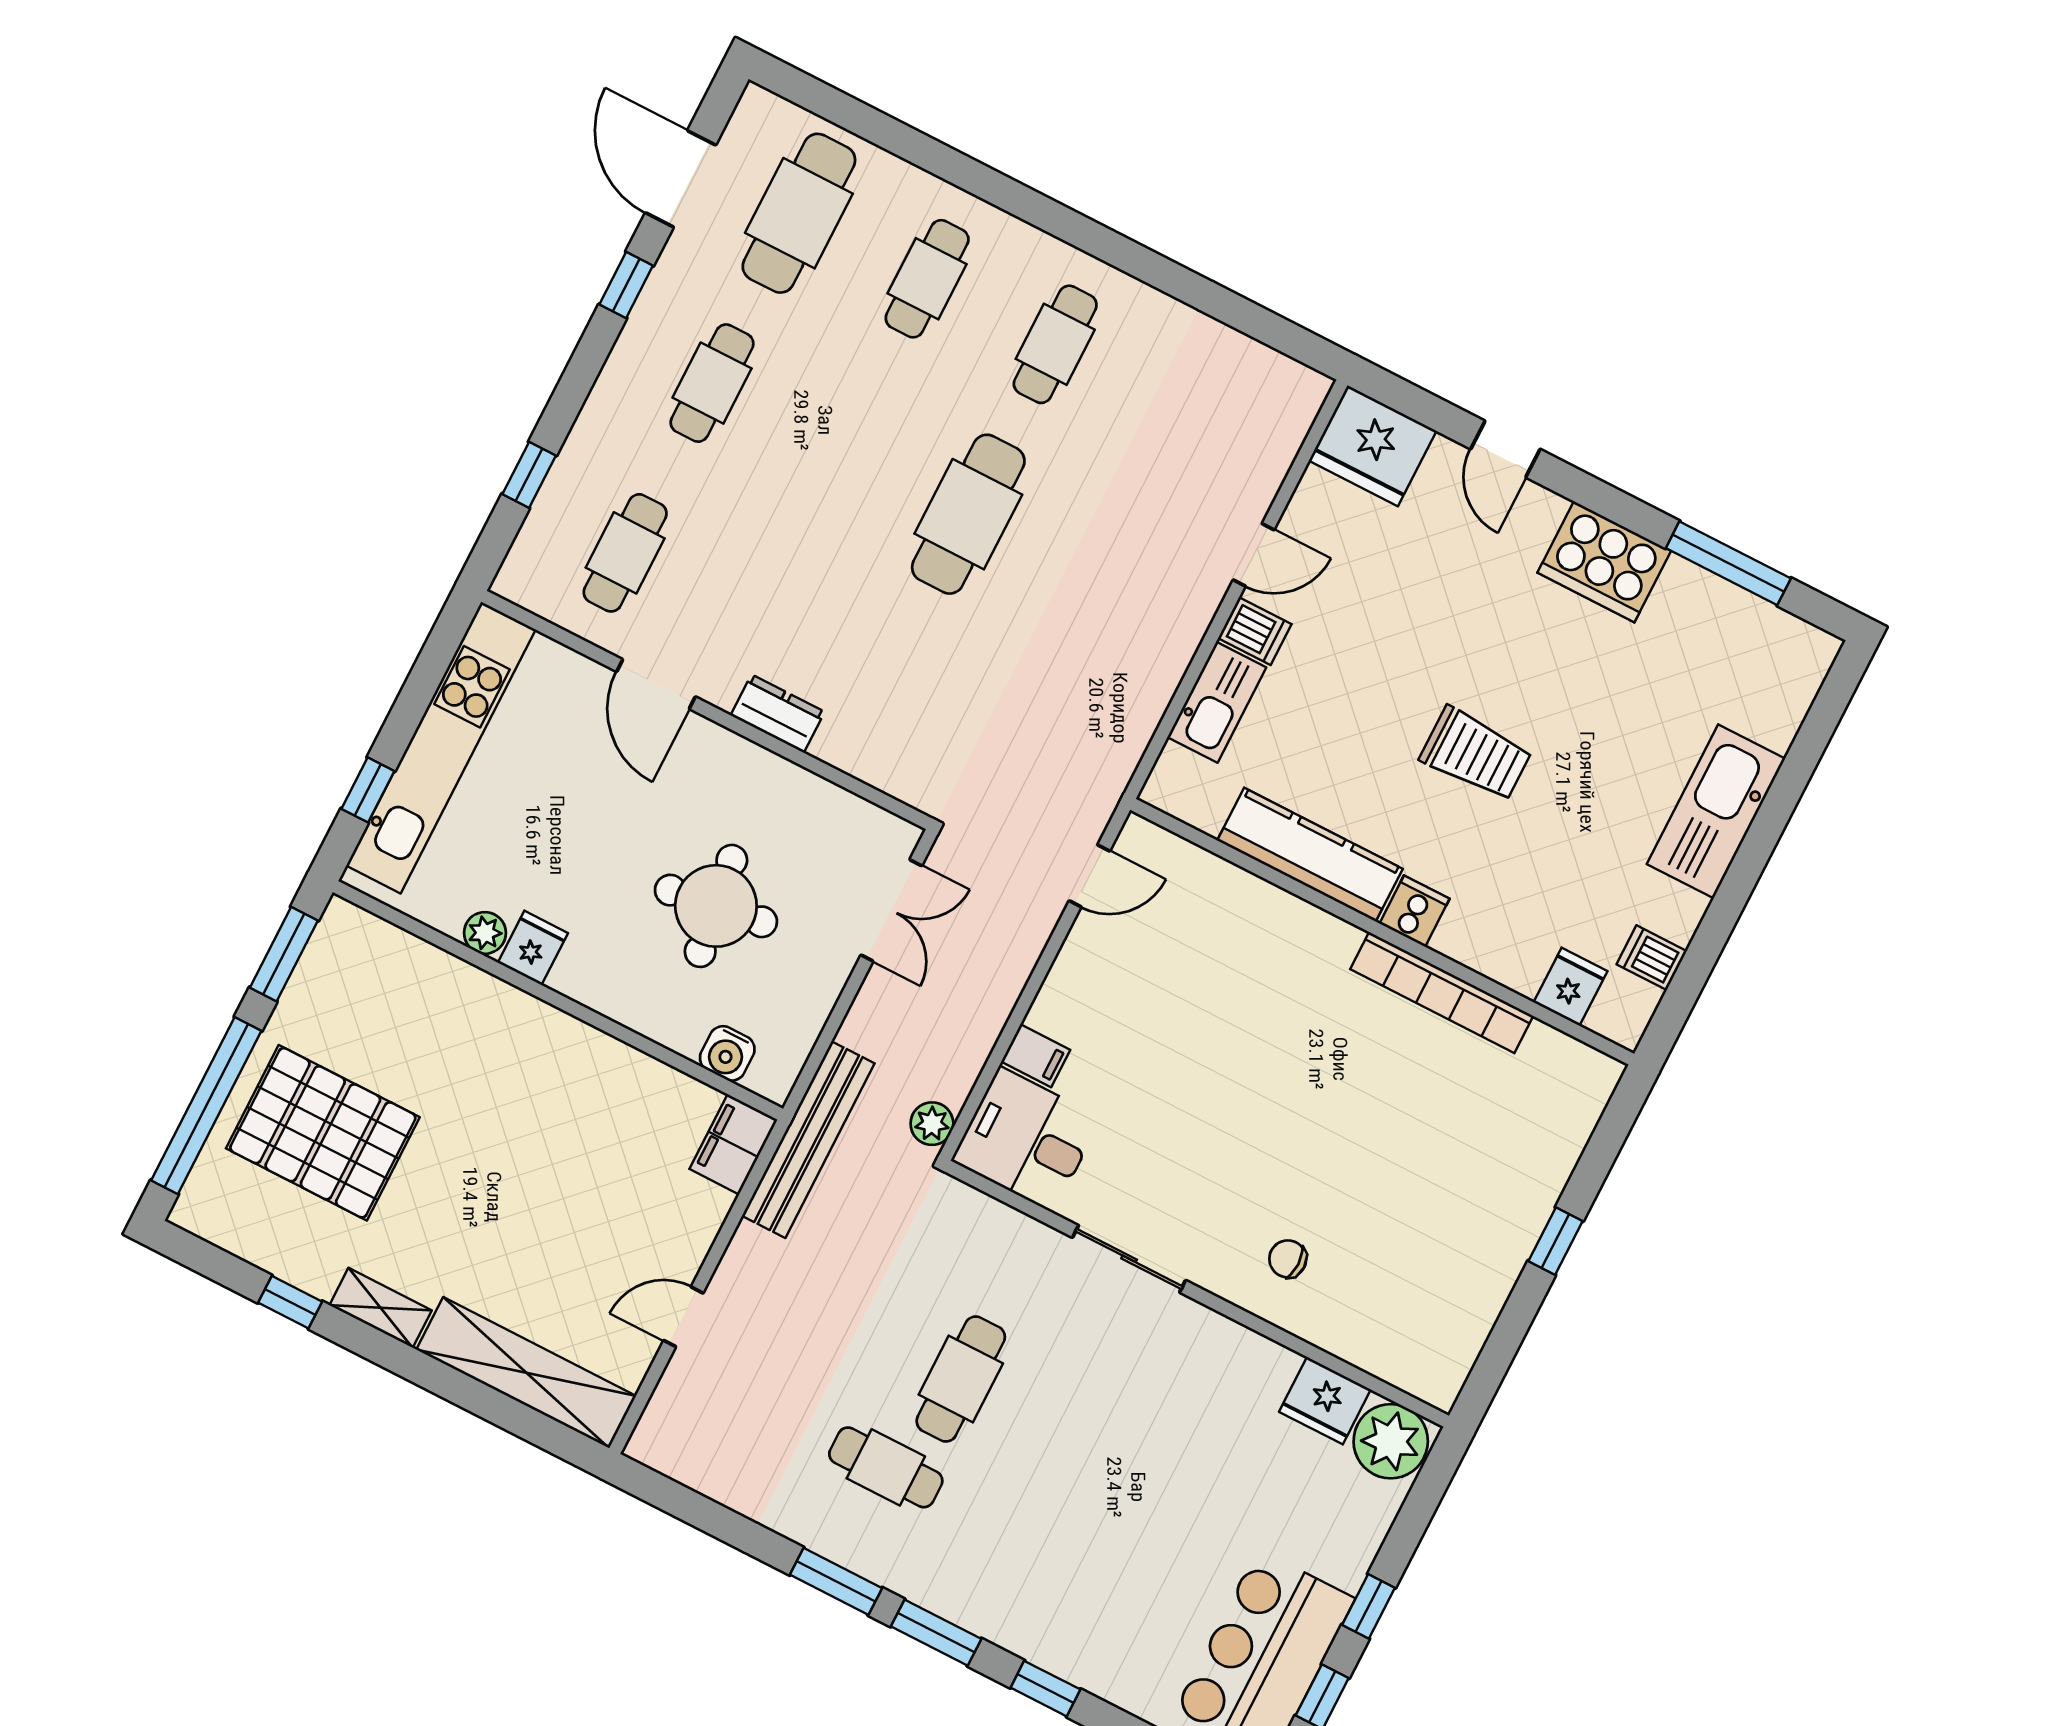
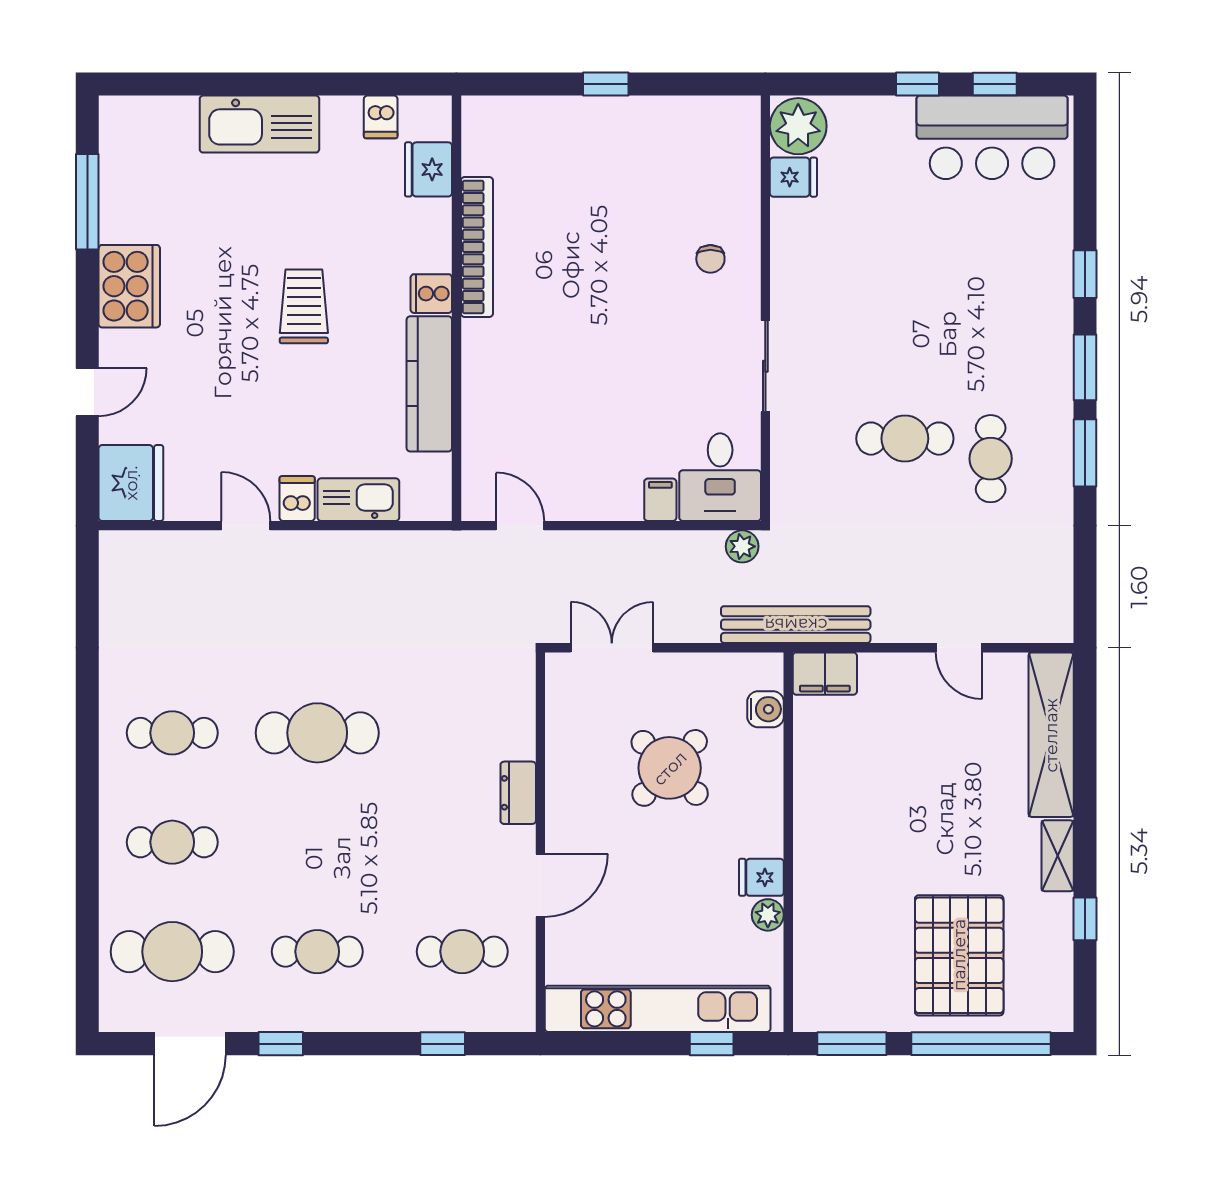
round table: (716, 906) -> (670, 768), turned -38
fridge: (1570, 987) -> (428, 169), width x1.38
fridge: (1325, 1401) -> (793, 177), width x0.72

